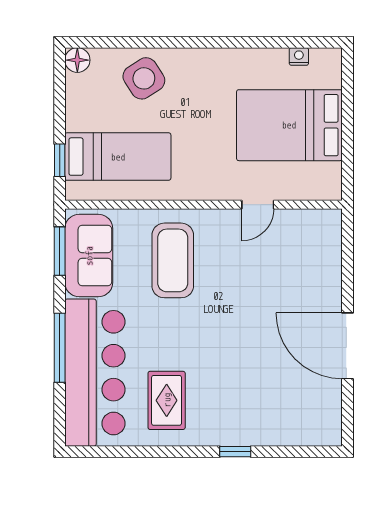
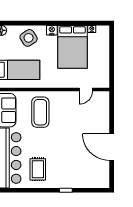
nightstand: (201, 59) -> (52, 30), added
bed: (289, 125) -> (73, 47), moved, turned -90
door: (258, 205) -> (86, 89), moved

